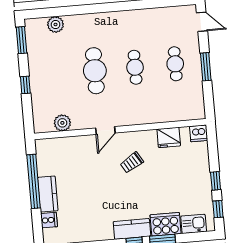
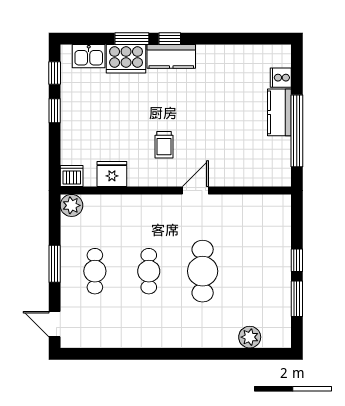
window: (21, 40) -> (297, 299), moved
plant: (62, 123) -> (72, 205), moved
trolley: (132, 163) -> (164, 145), turned 121

